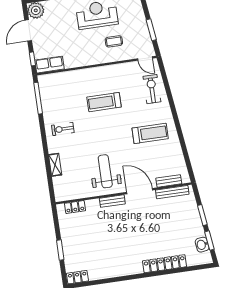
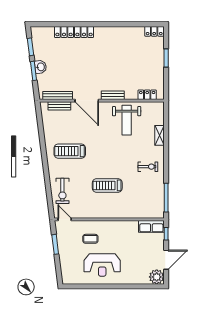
treadmill: (104, 102) -> (107, 185), turned 180
weight bench: (105, 171) -> (127, 120), moved
washbasin: (202, 245) -> (41, 67), moved

